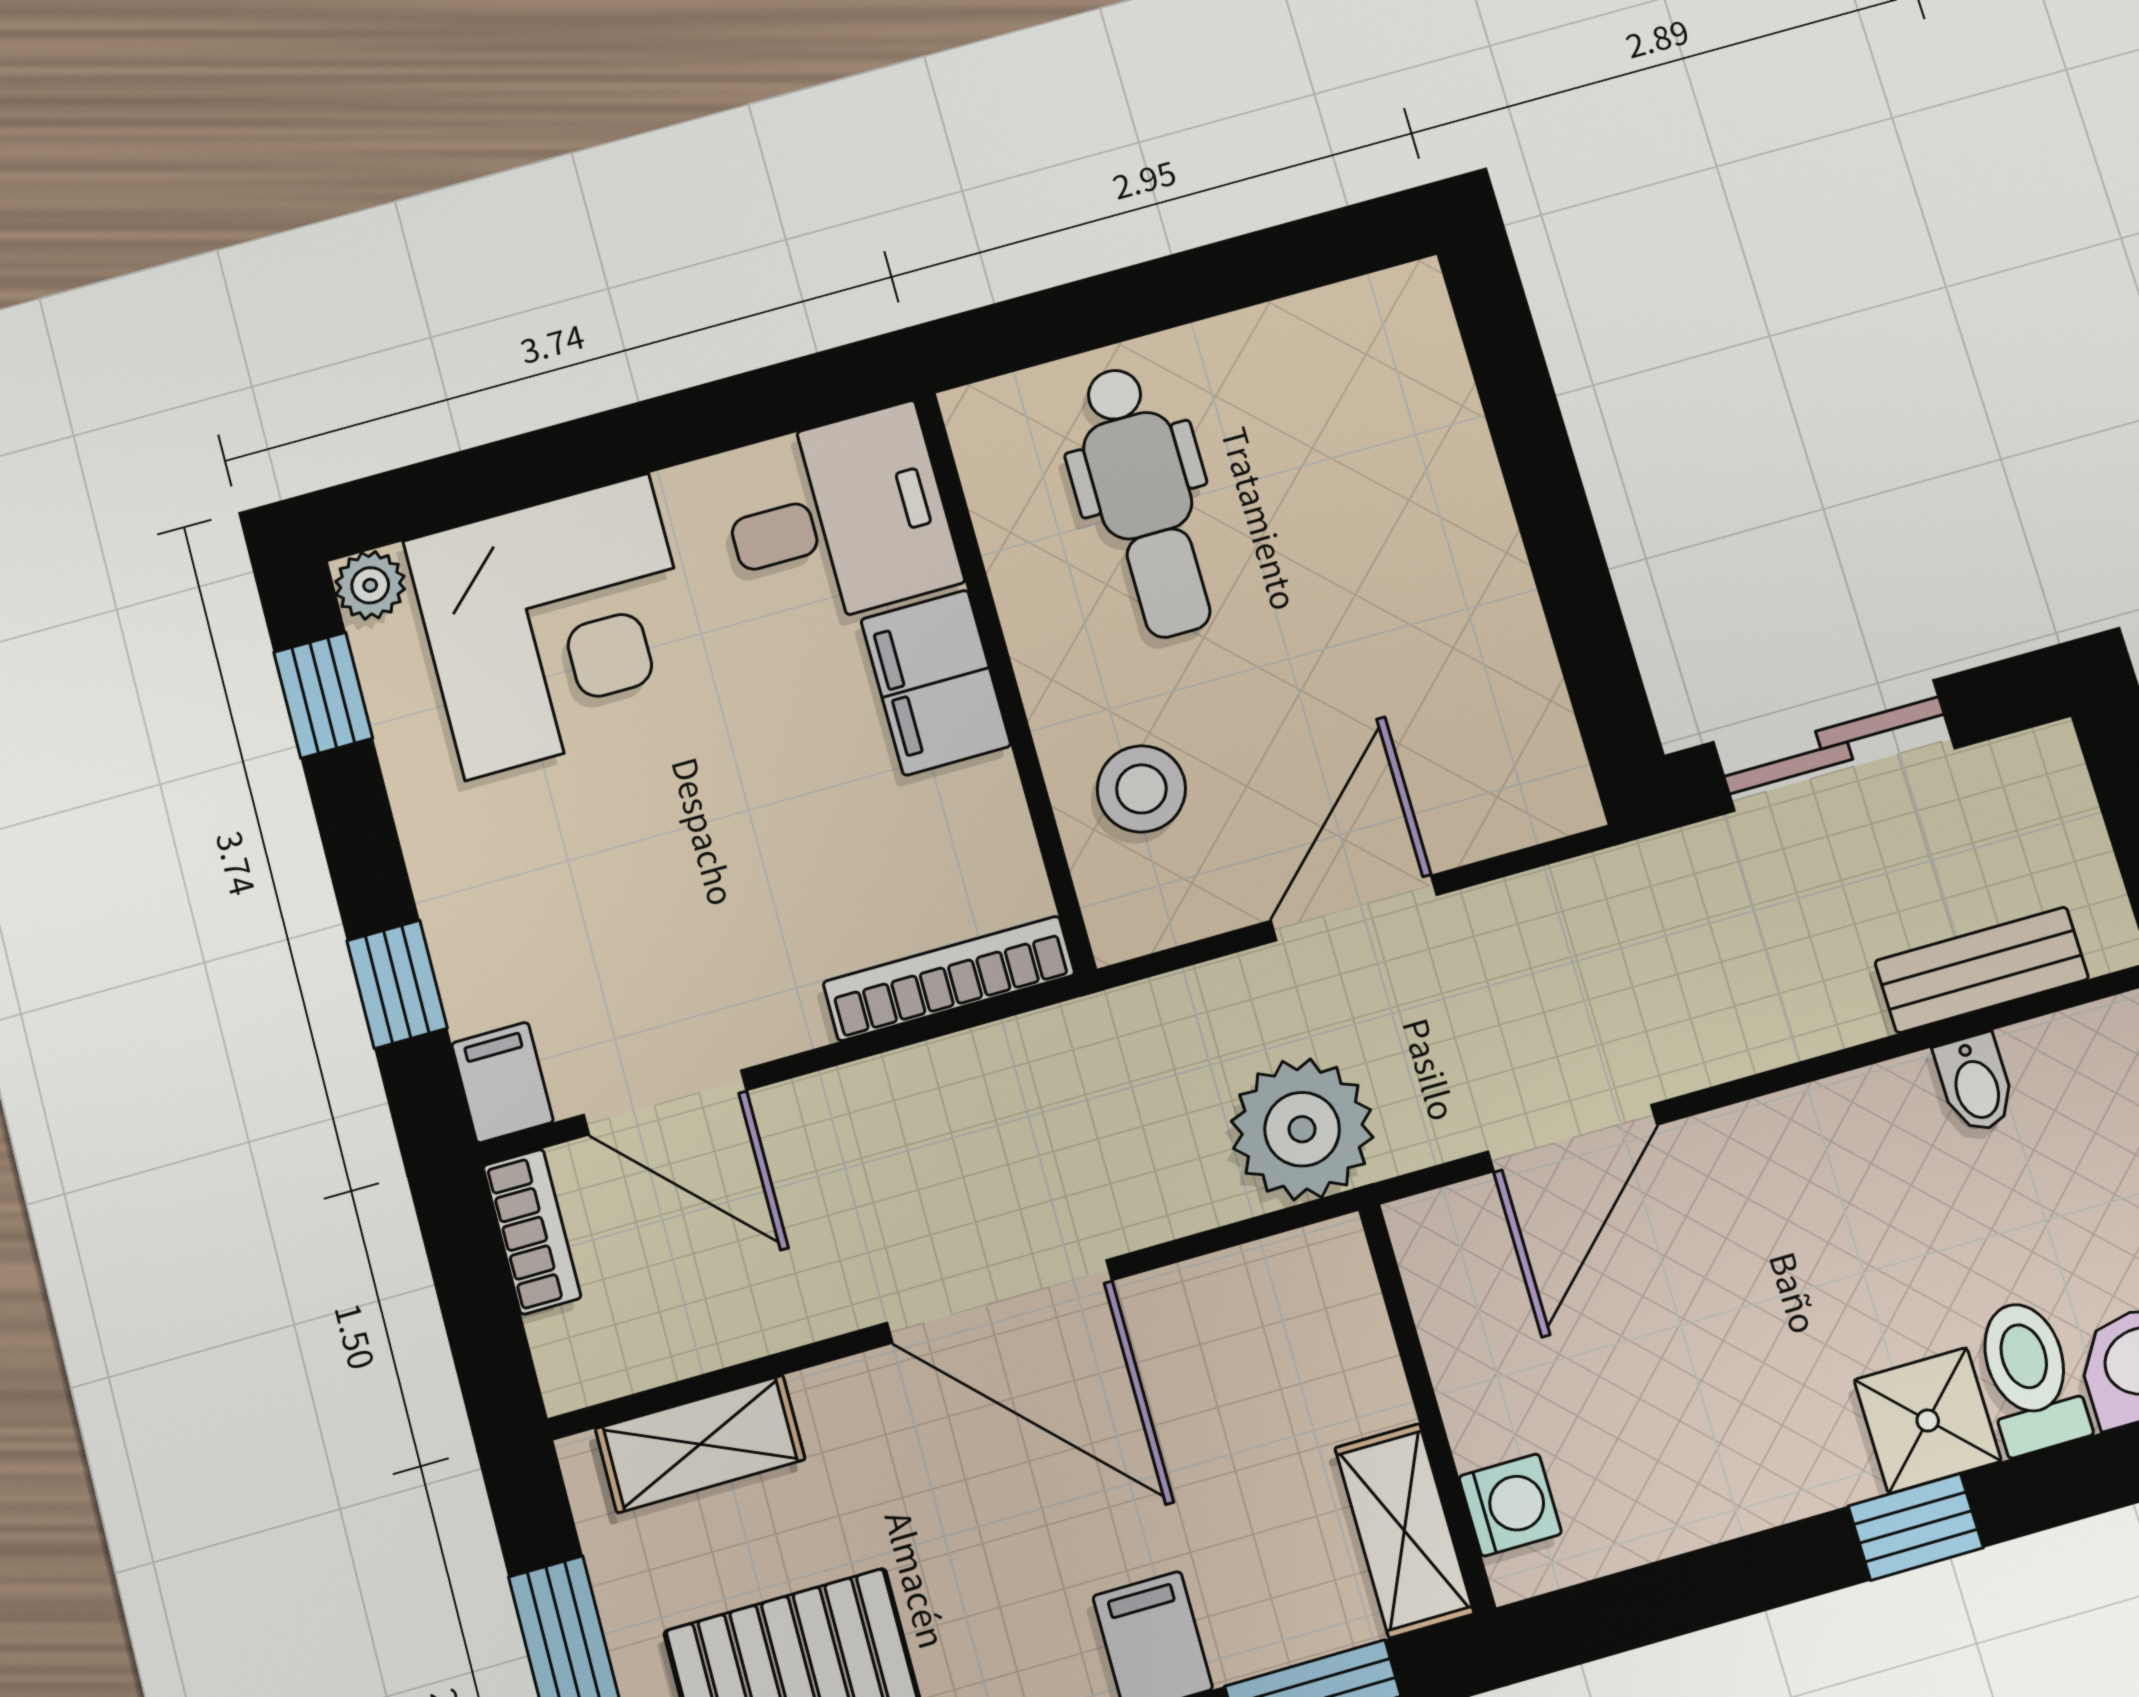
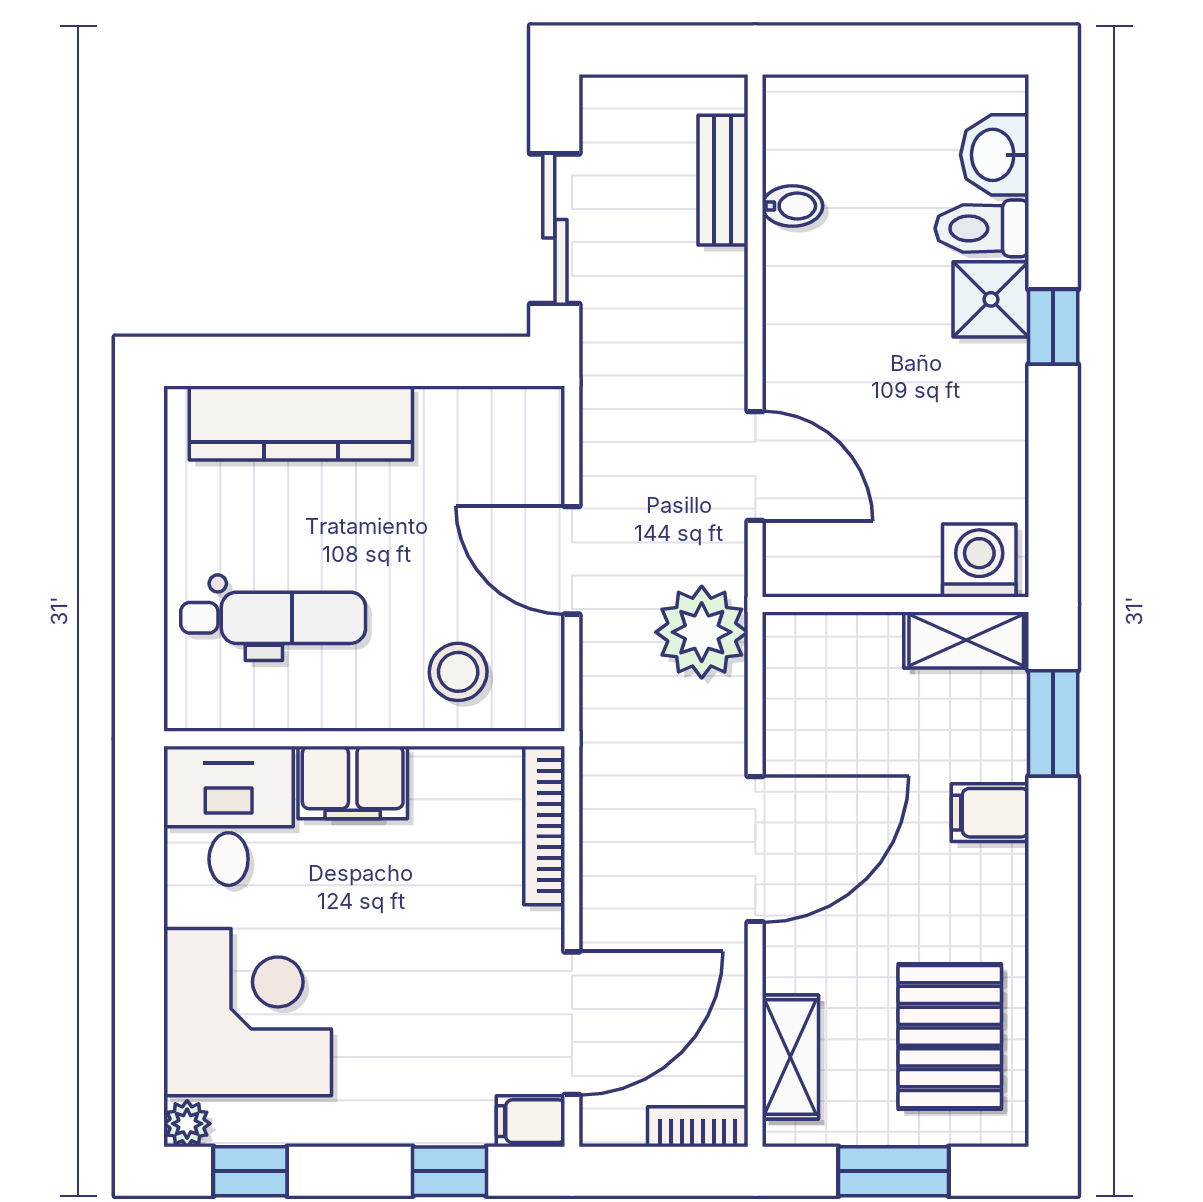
kitchen counter: (1440, 462) -> (301, 423), added
door: (665, 1102) -> (572, 1023), width x1.36
bookcase: (532, 1232) -> (698, 1127), moved
washing machine: (1510, 1505) -> (979, 561), width x1.38, depth x1.38

